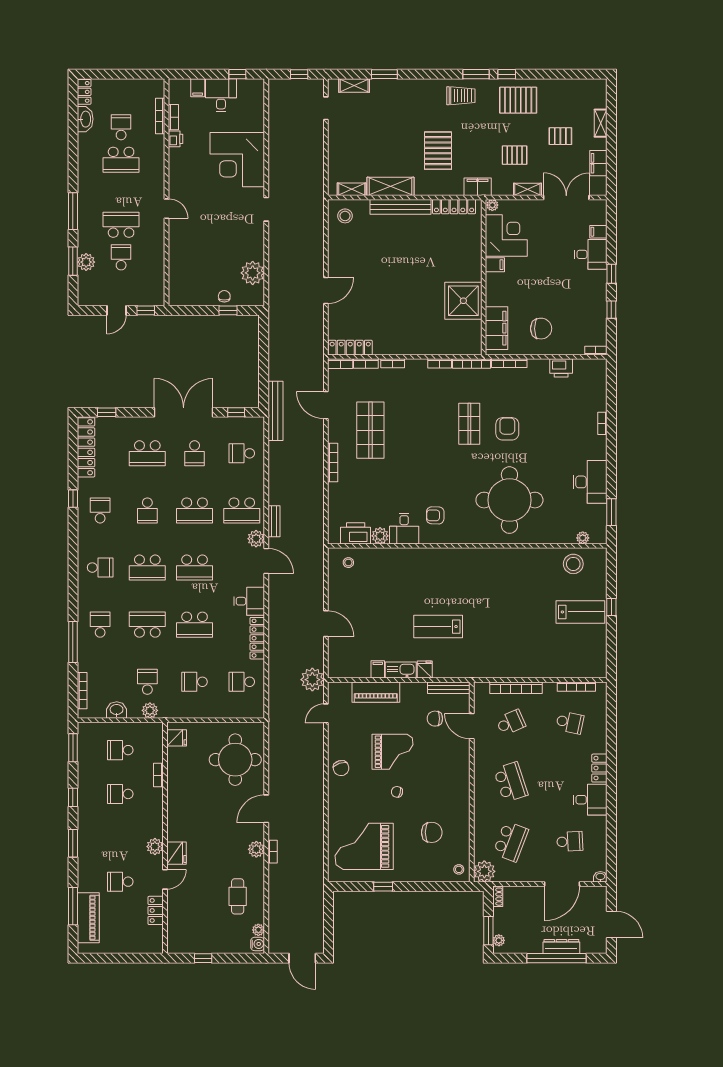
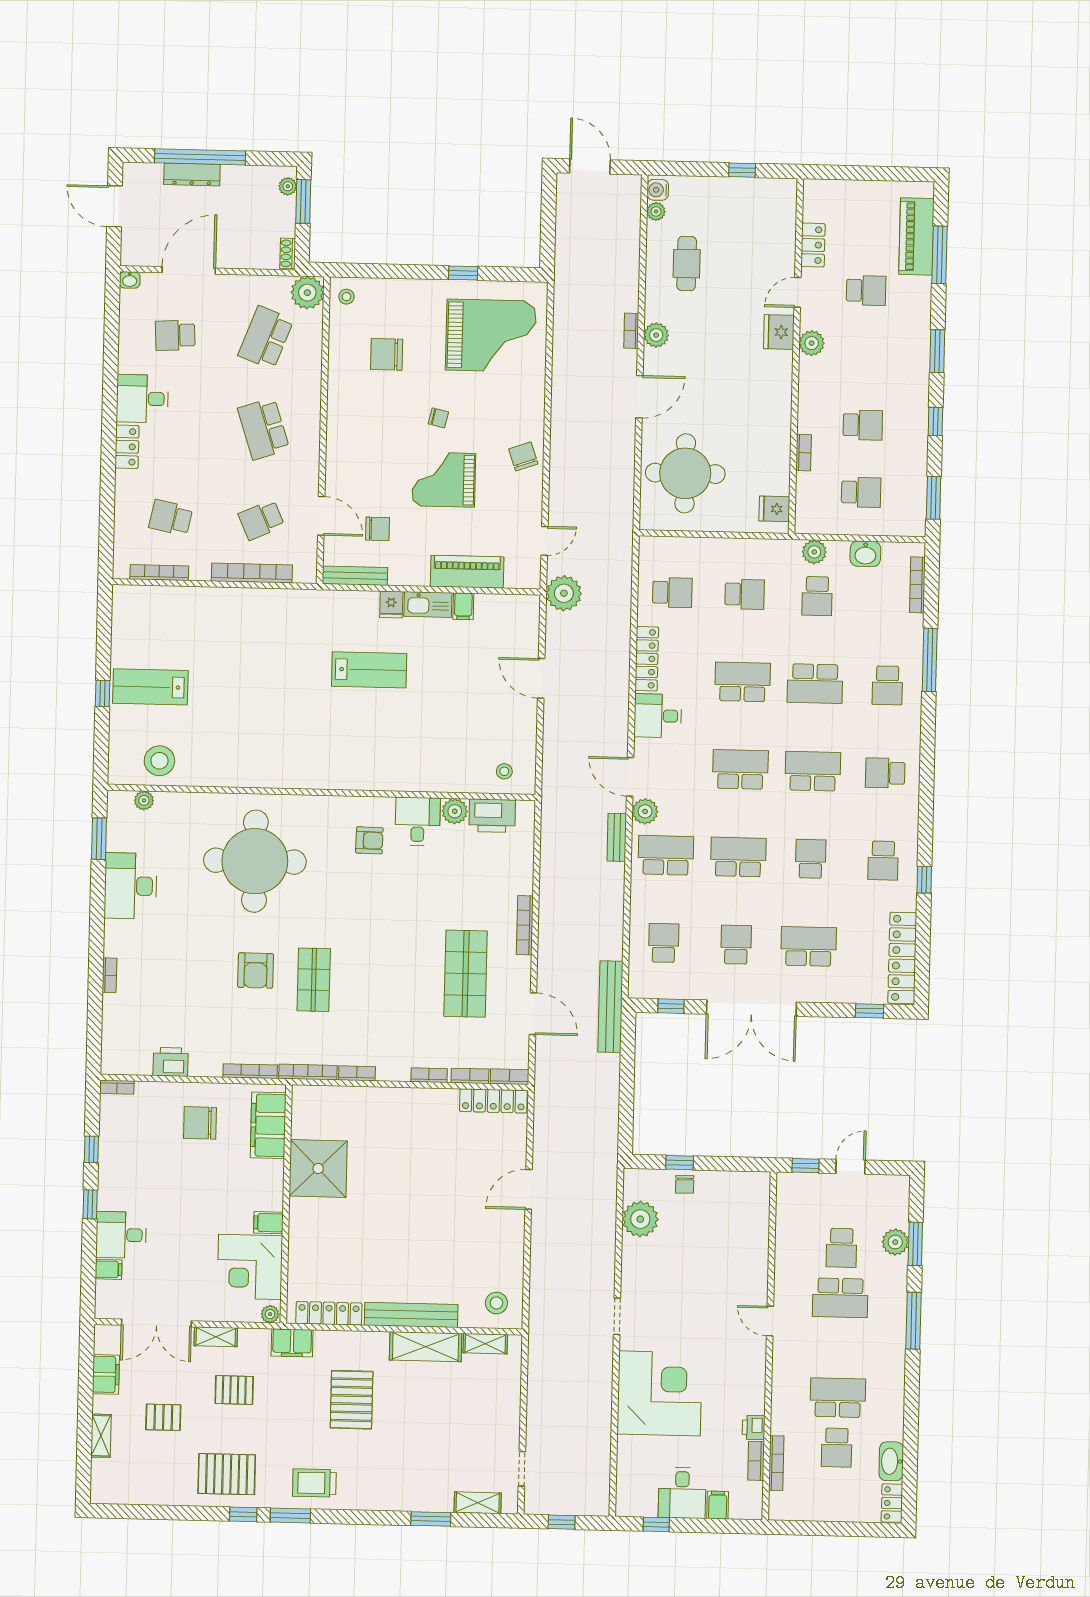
school desk: (242, 453) -> (664, 943), turned -90

